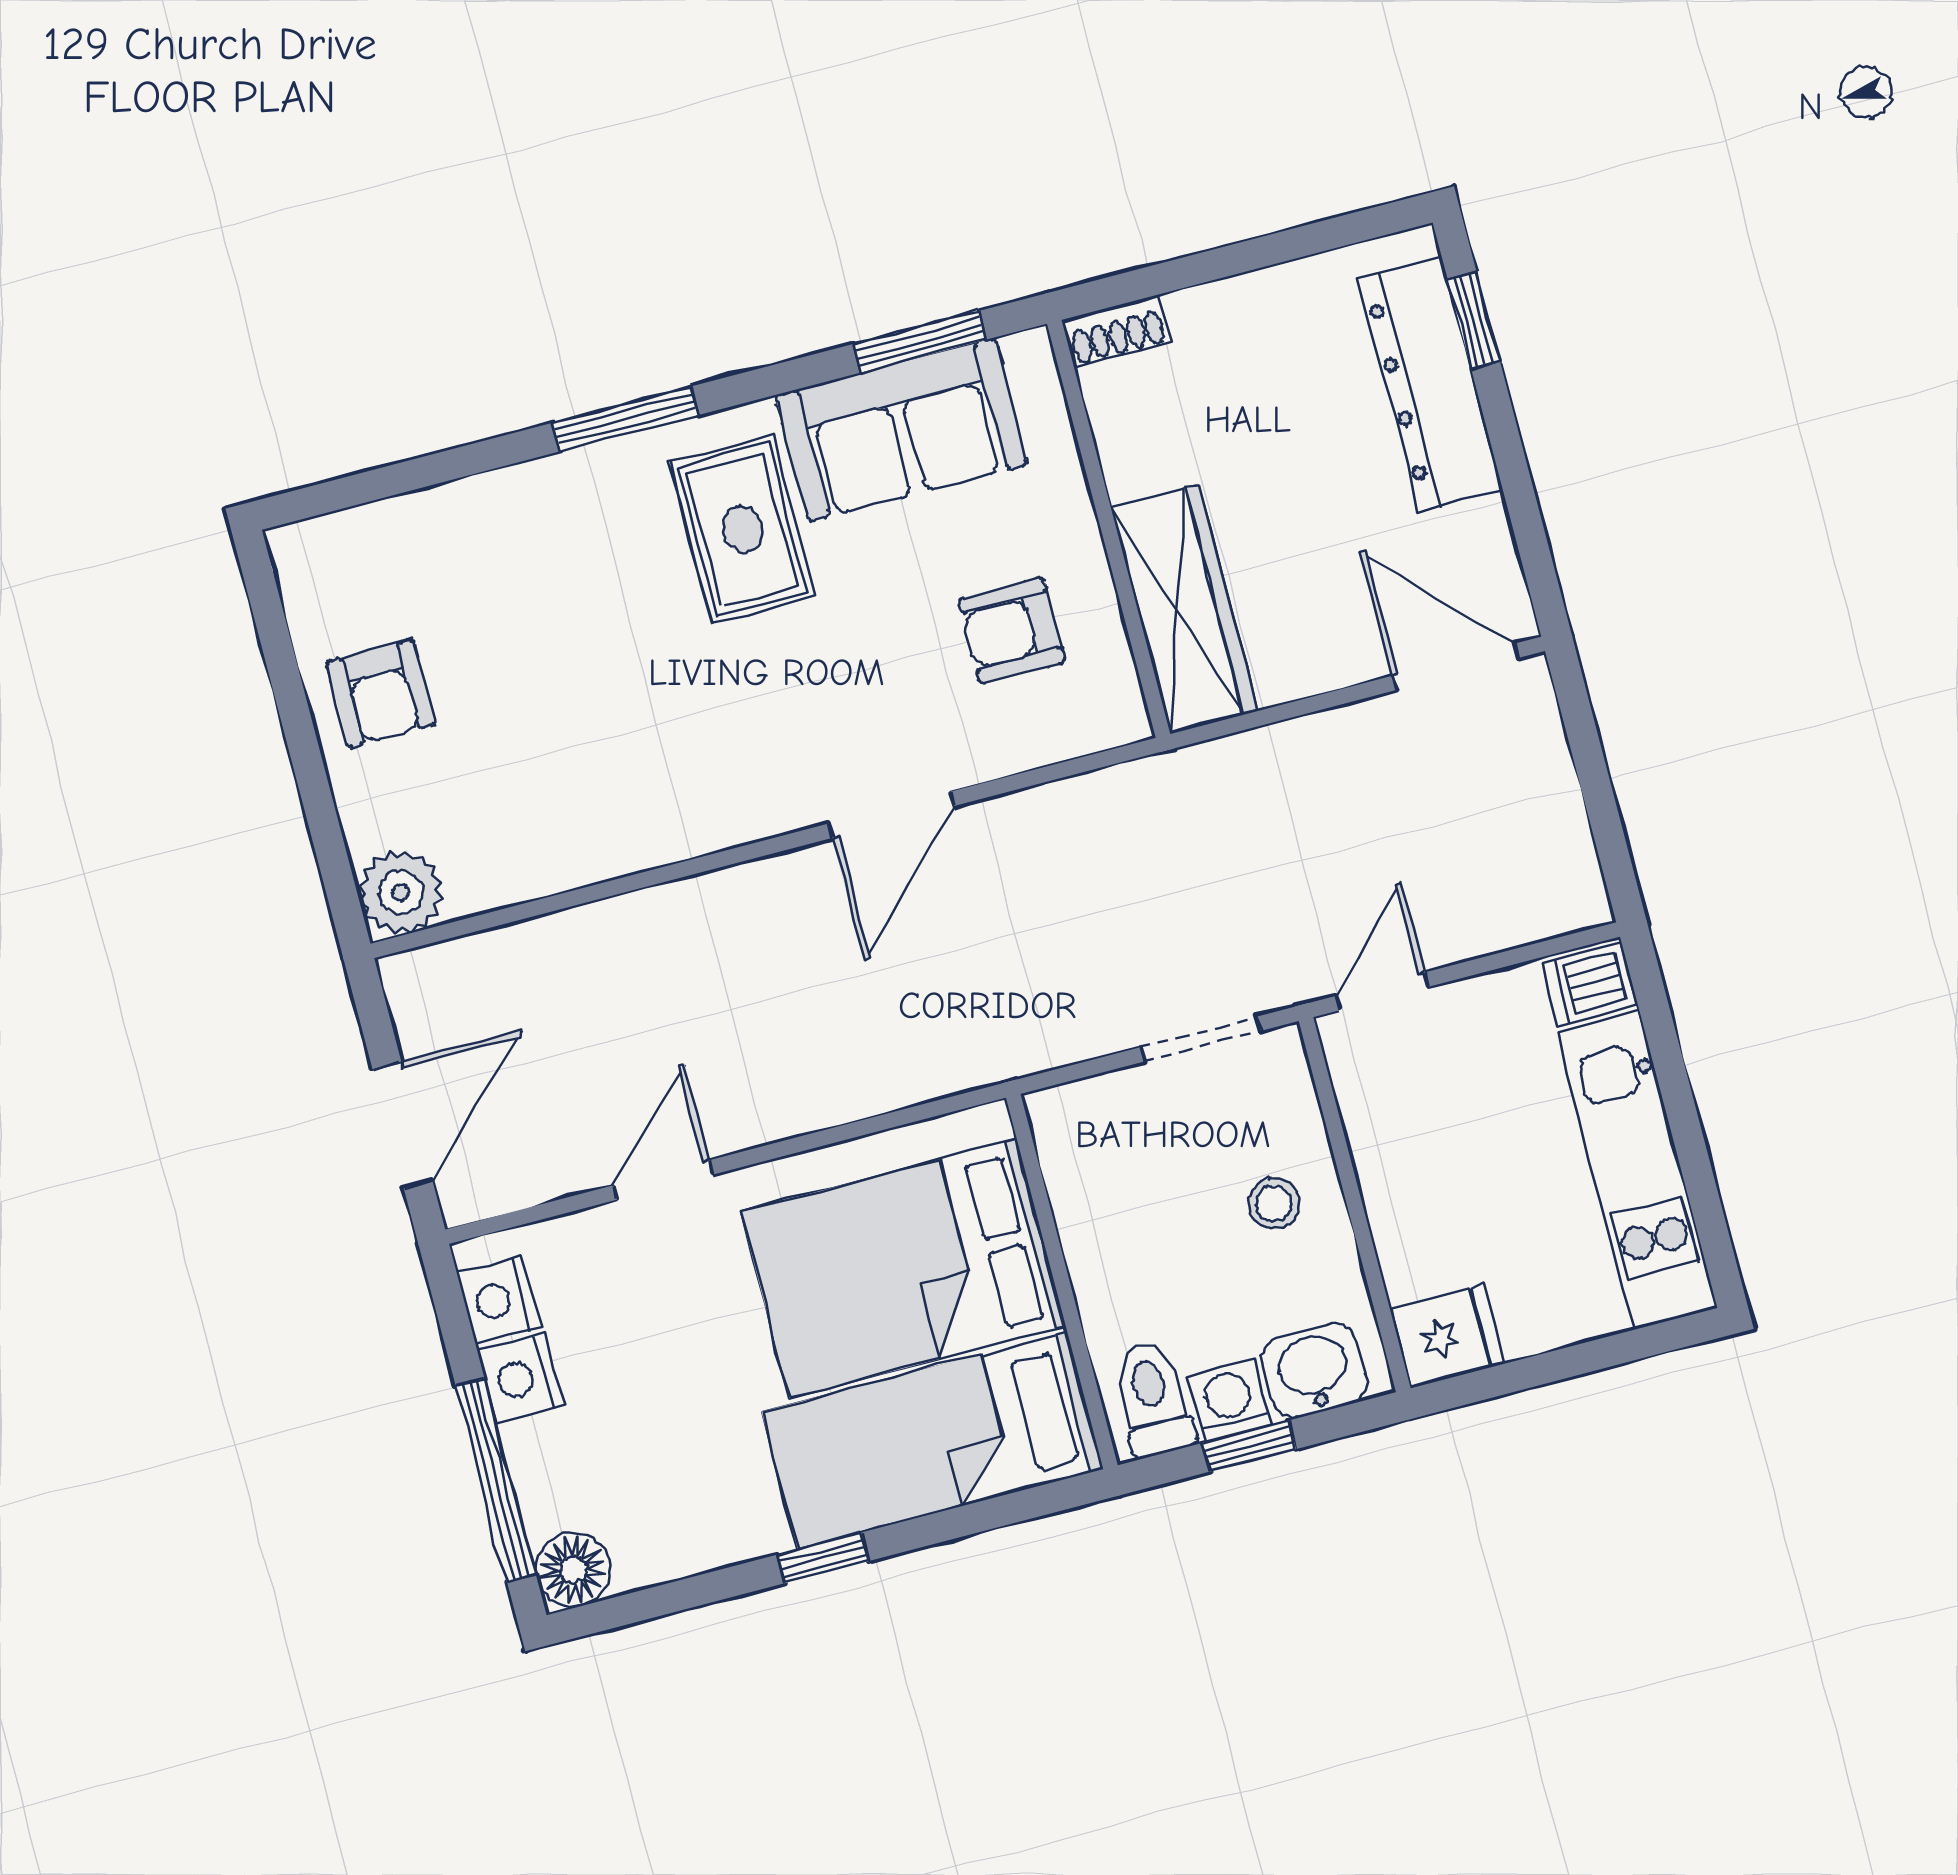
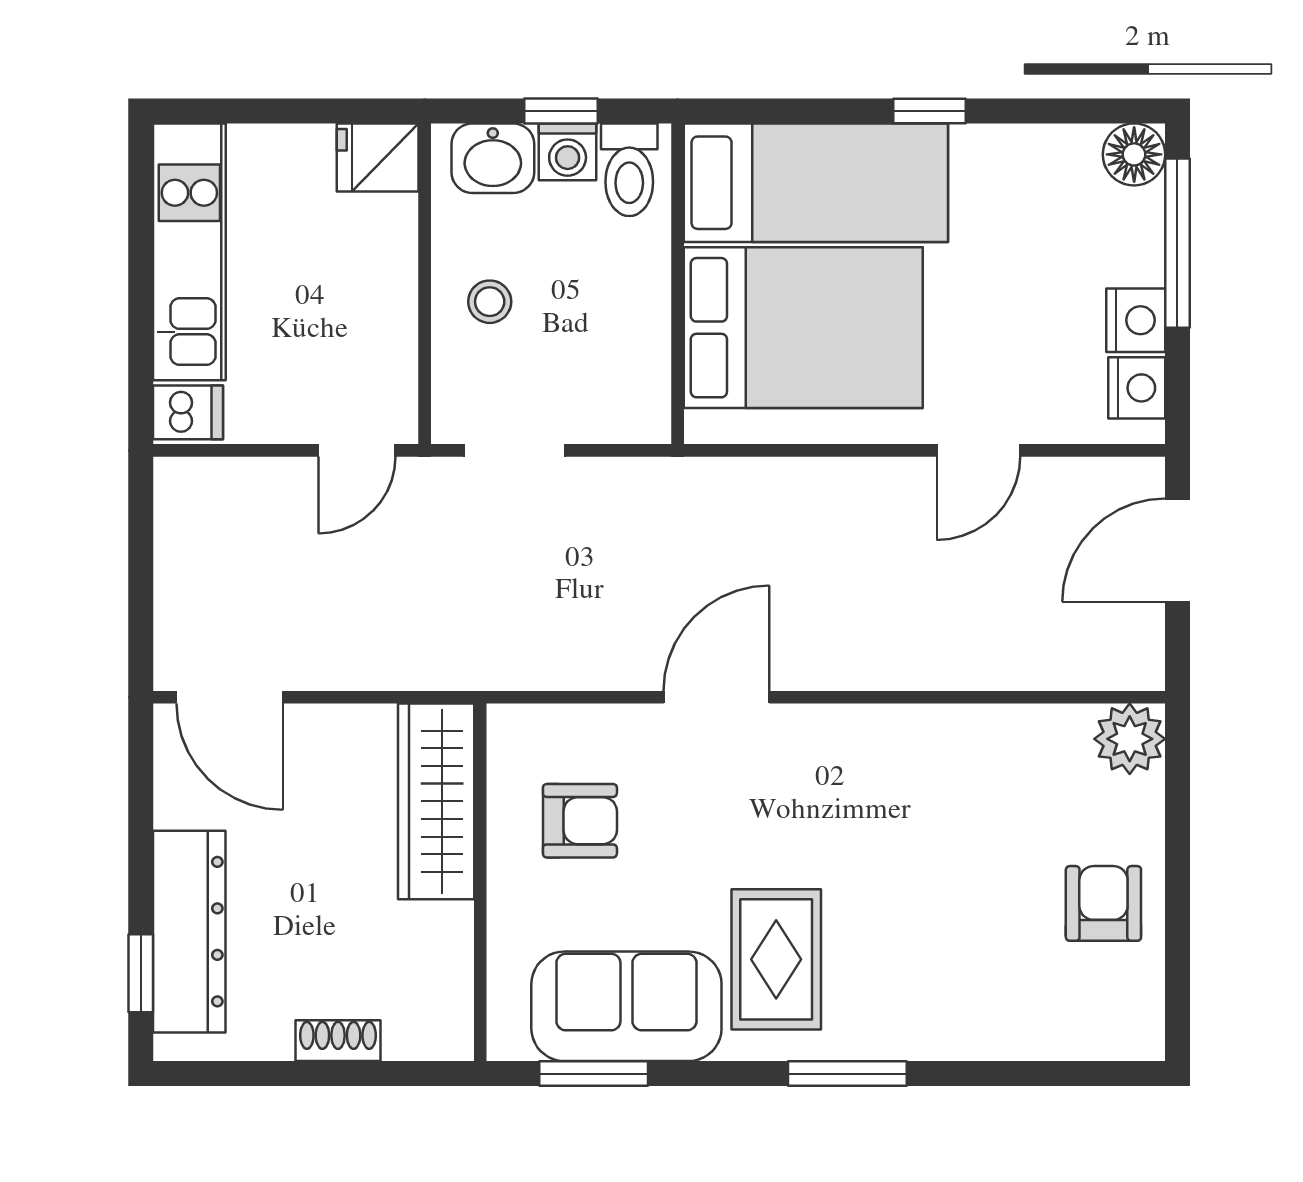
shoe rack: (1117, 331) -> (338, 1041), moved

